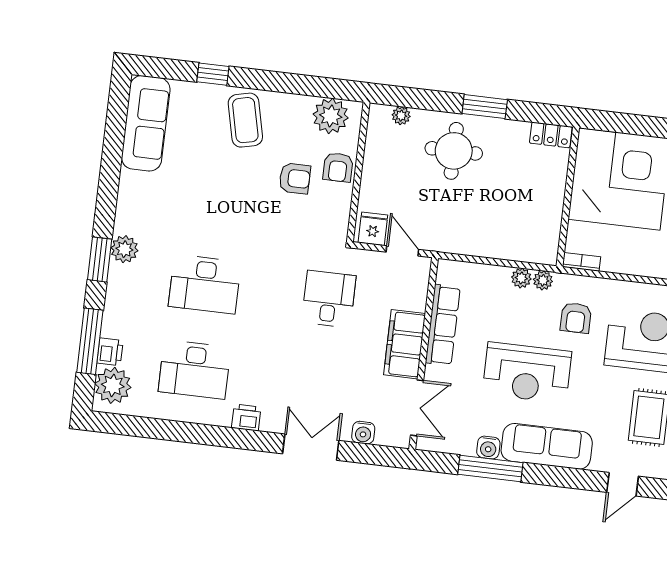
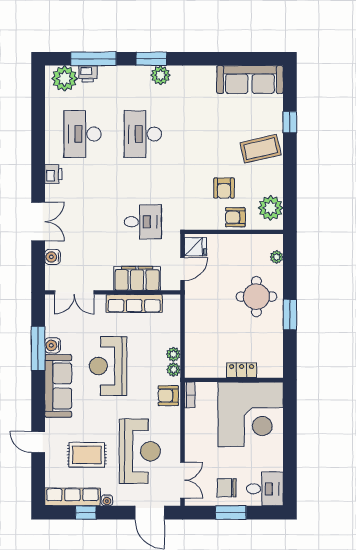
locker: (551, 135) -> (242, 370), moved, turned 90
armchair: (576, 318) -> (168, 396), moved
filing cabinet: (405, 344) -> (137, 278), moved

